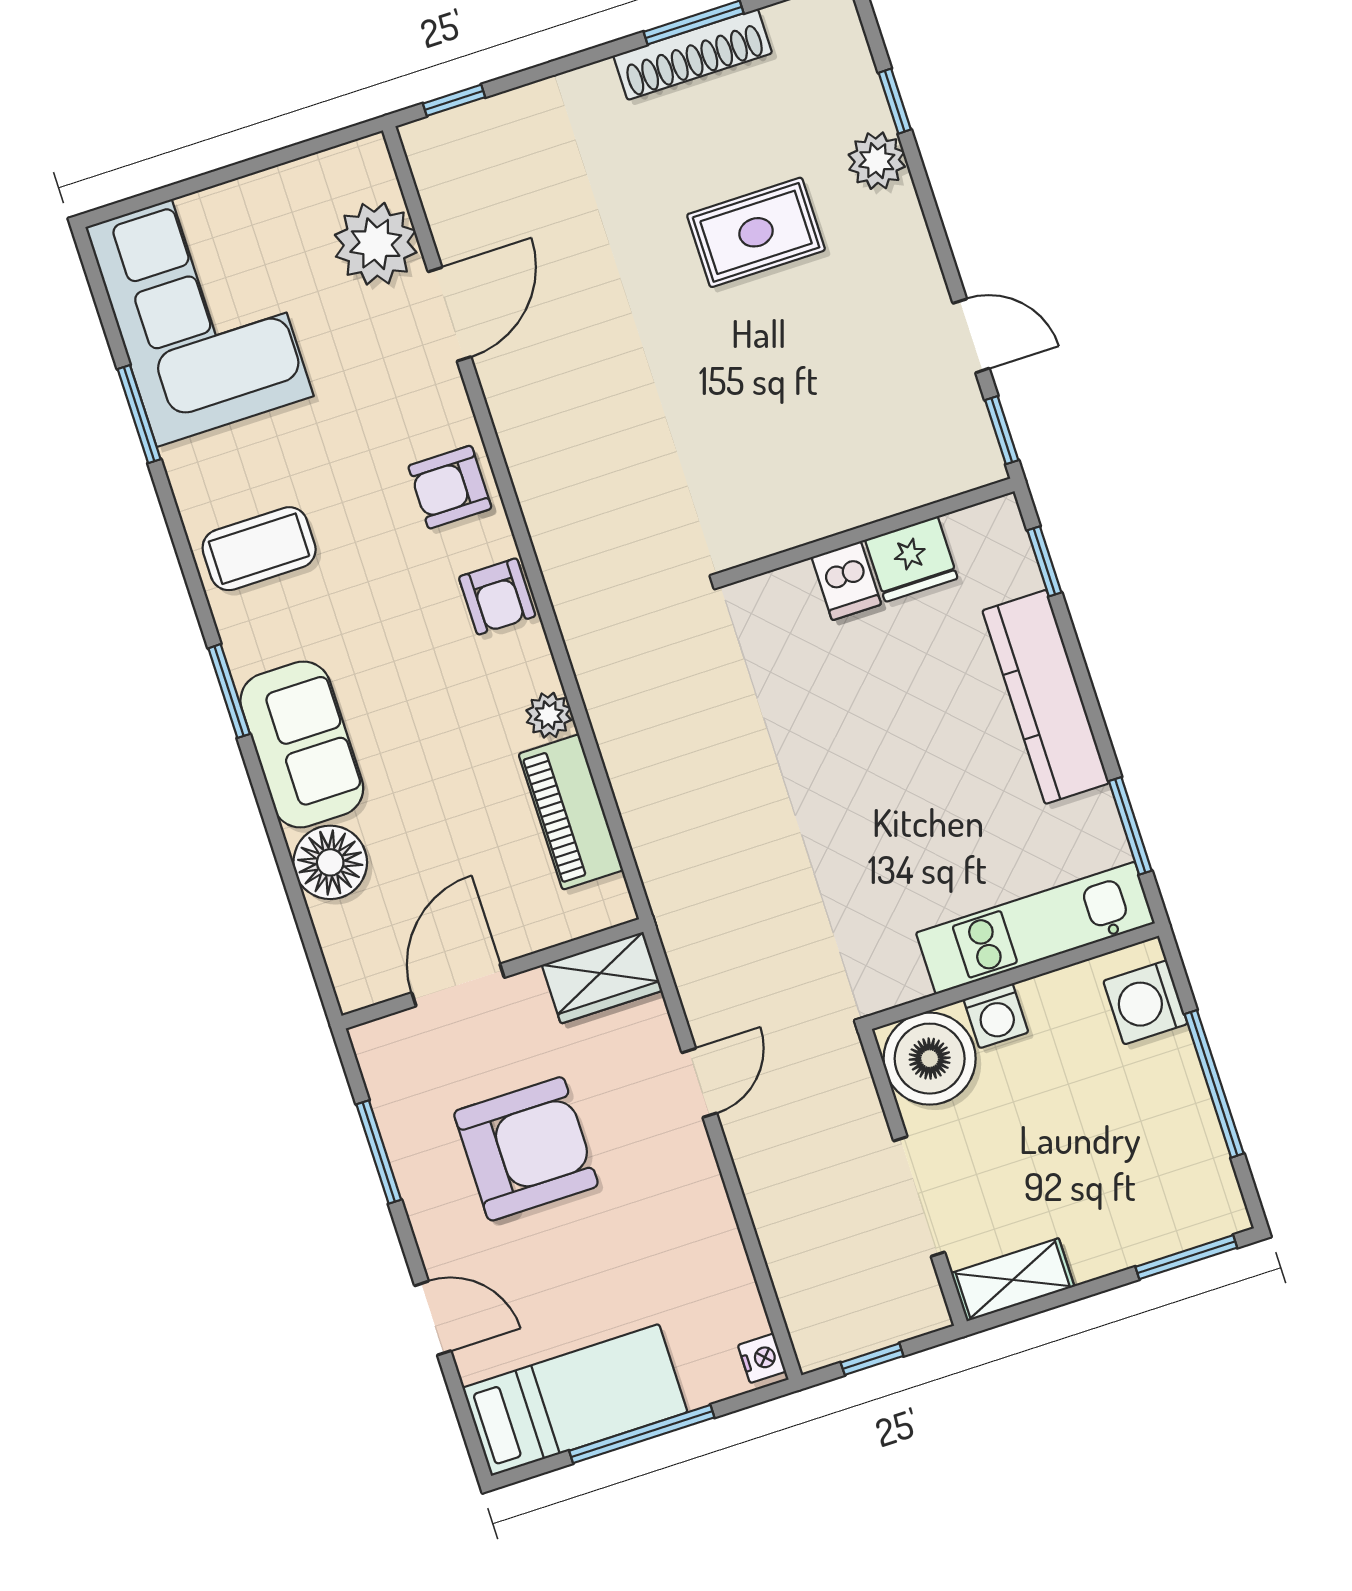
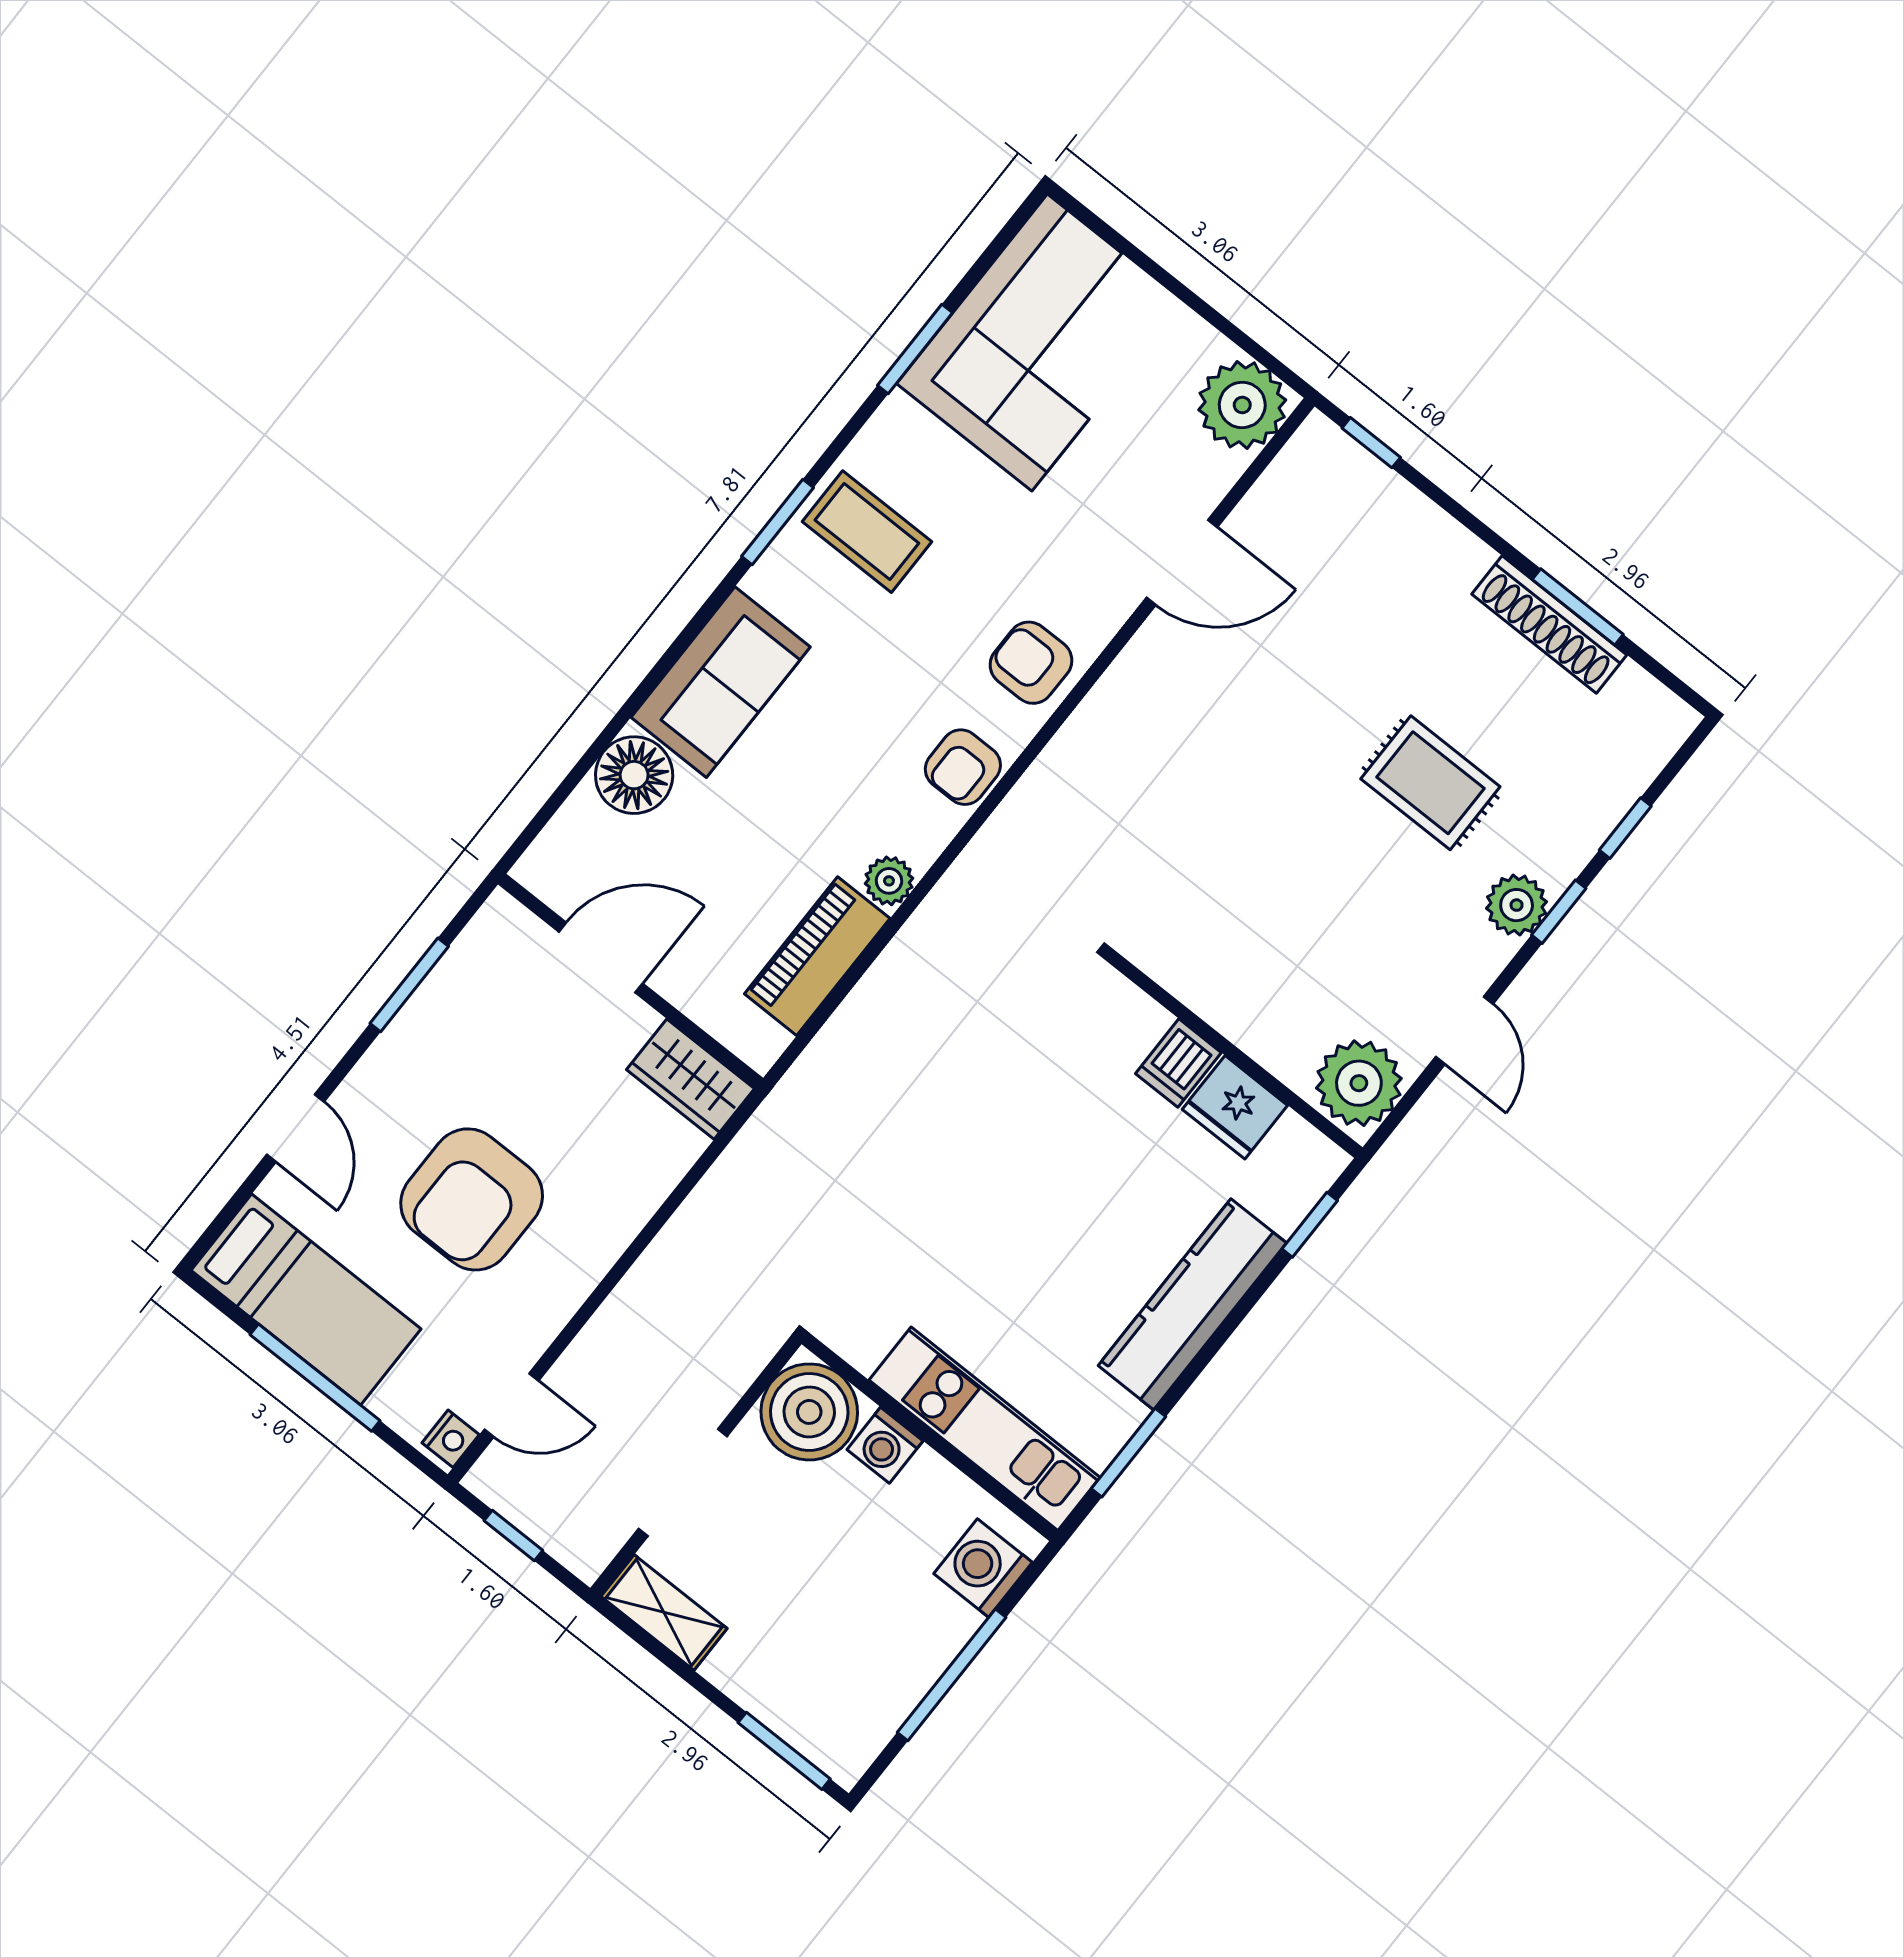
plant: (877, 161) -> (1517, 905), moved
plant: (376, 244) -> (1242, 405), moved
window: (1002, 430) -> (1559, 912), moved
plant: (958, 448) -> (1359, 1083), added
window: (229, 691) -> (778, 522), moved
door: (699, 1083) -> (511, 1405), moved
armchair: (526, 1149) -> (472, 1199), moved, turned 90

